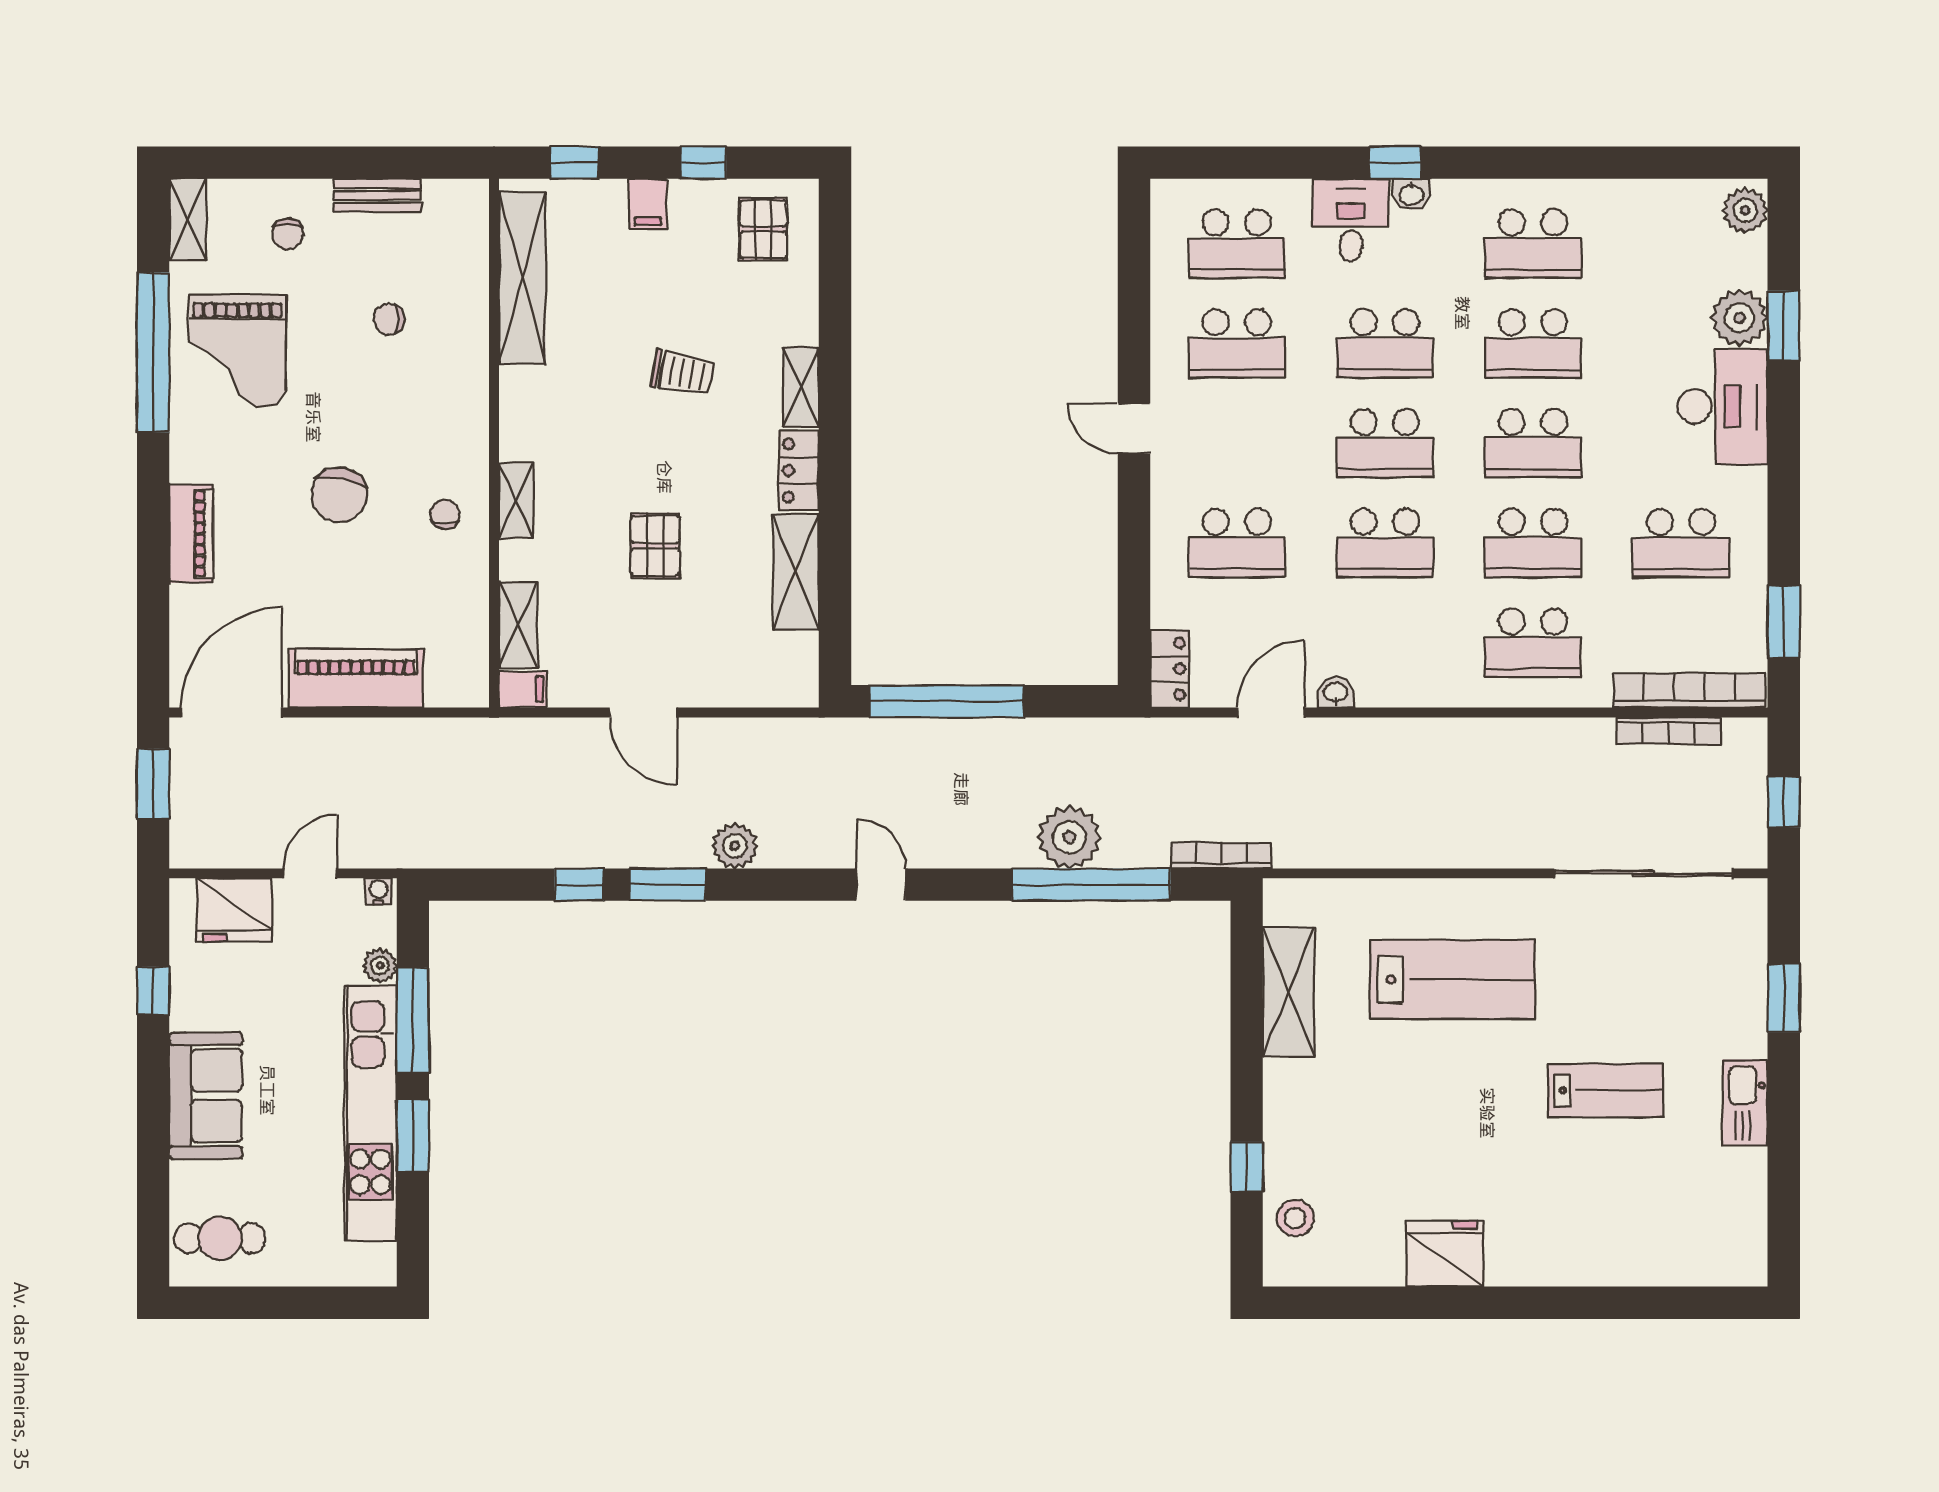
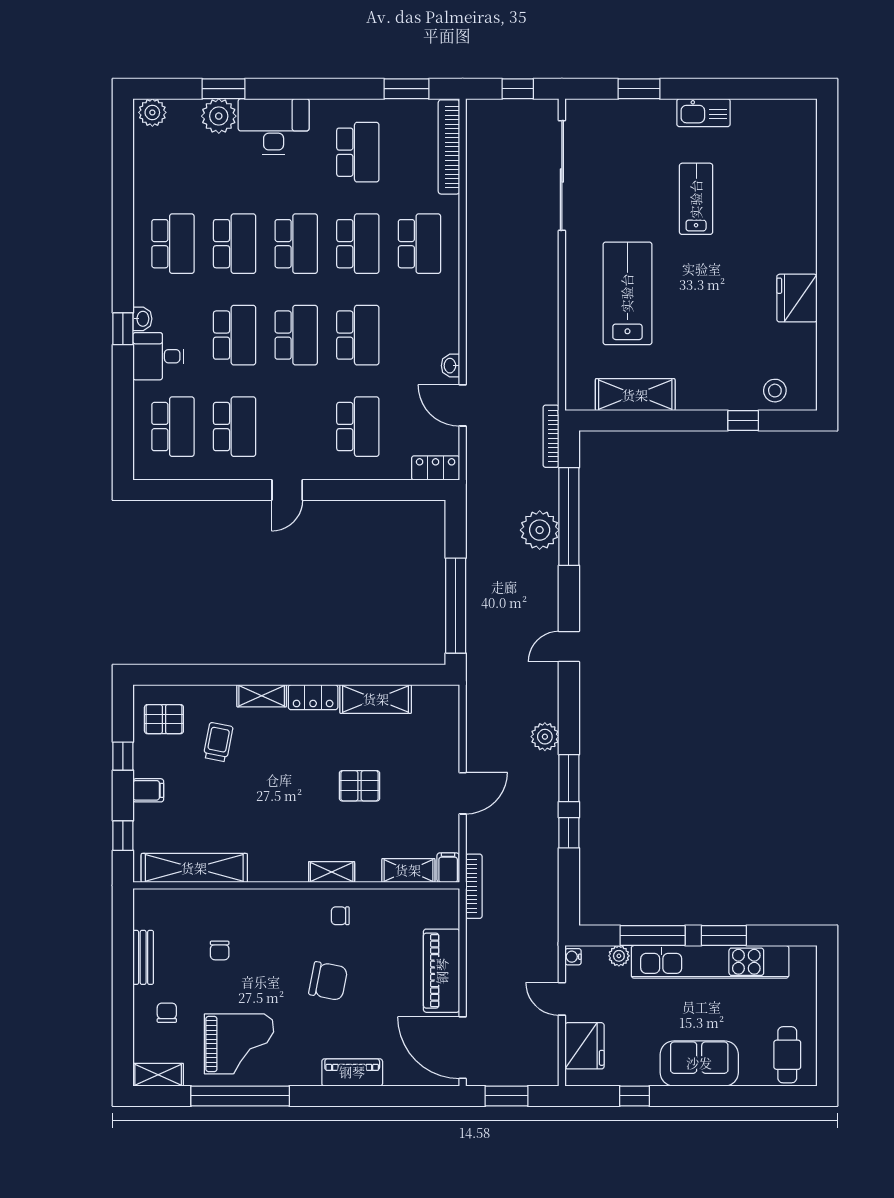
chair: (288, 234) -> (167, 1013), turned -90
trolley: (682, 373) -> (218, 742), moved
bookcase: (1669, 731) -> (474, 886), moved

